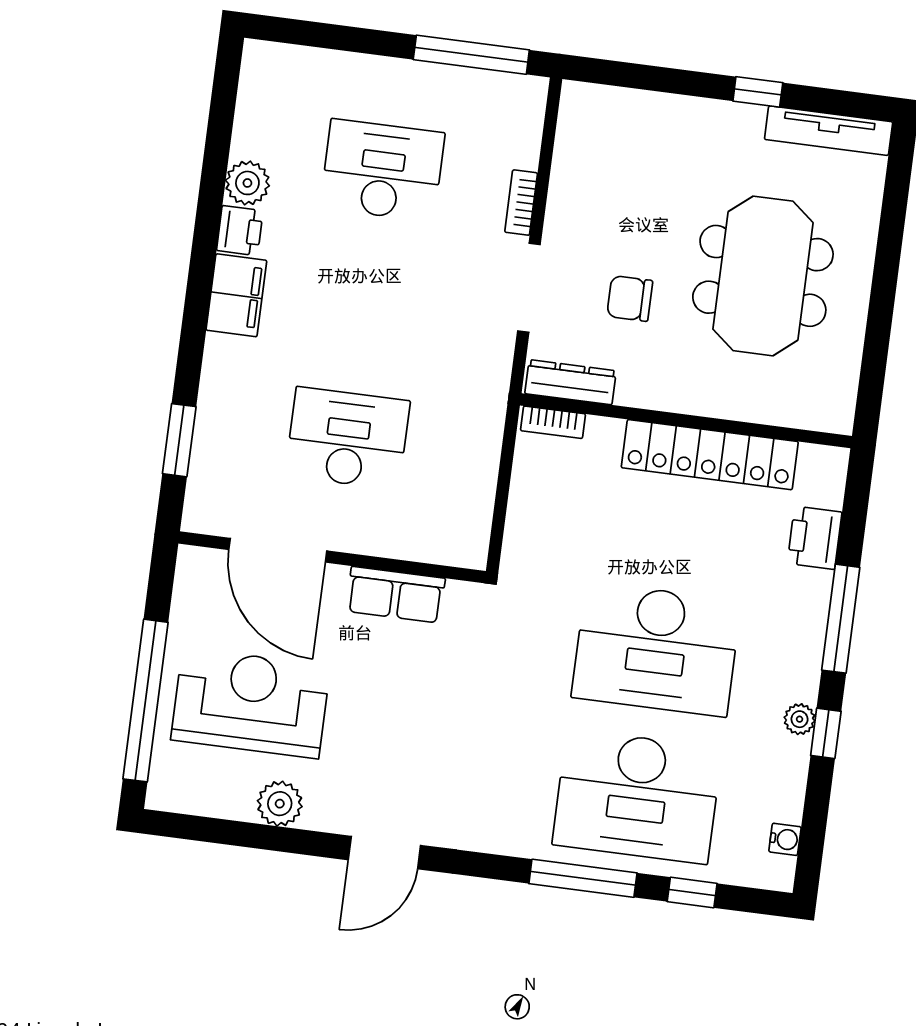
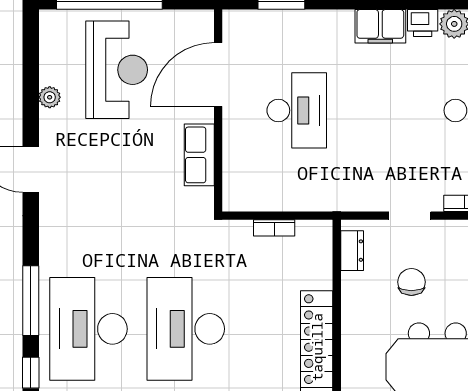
doorway: (529, 288) -> (410, 216), width x0.73
dresser: (570, 382) -> (352, 251), width x0.70
bookcase: (553, 422) -> (274, 228), moved, turned -90
plant: (280, 804) -> (50, 97), width x0.73, depth x0.73

